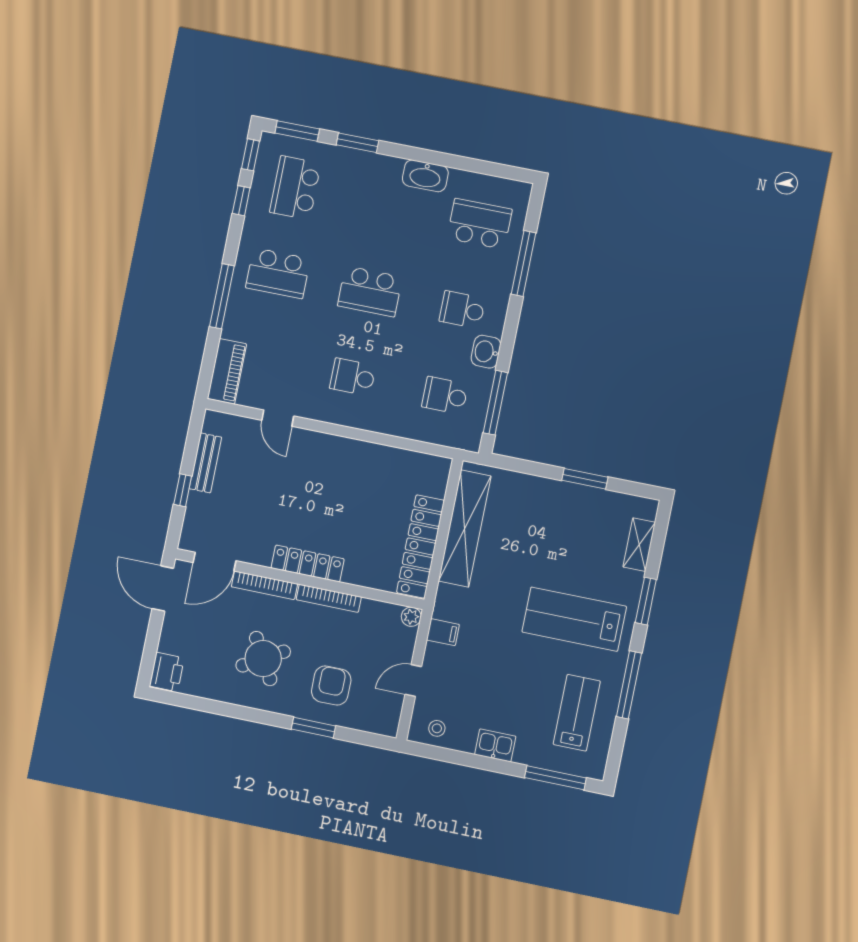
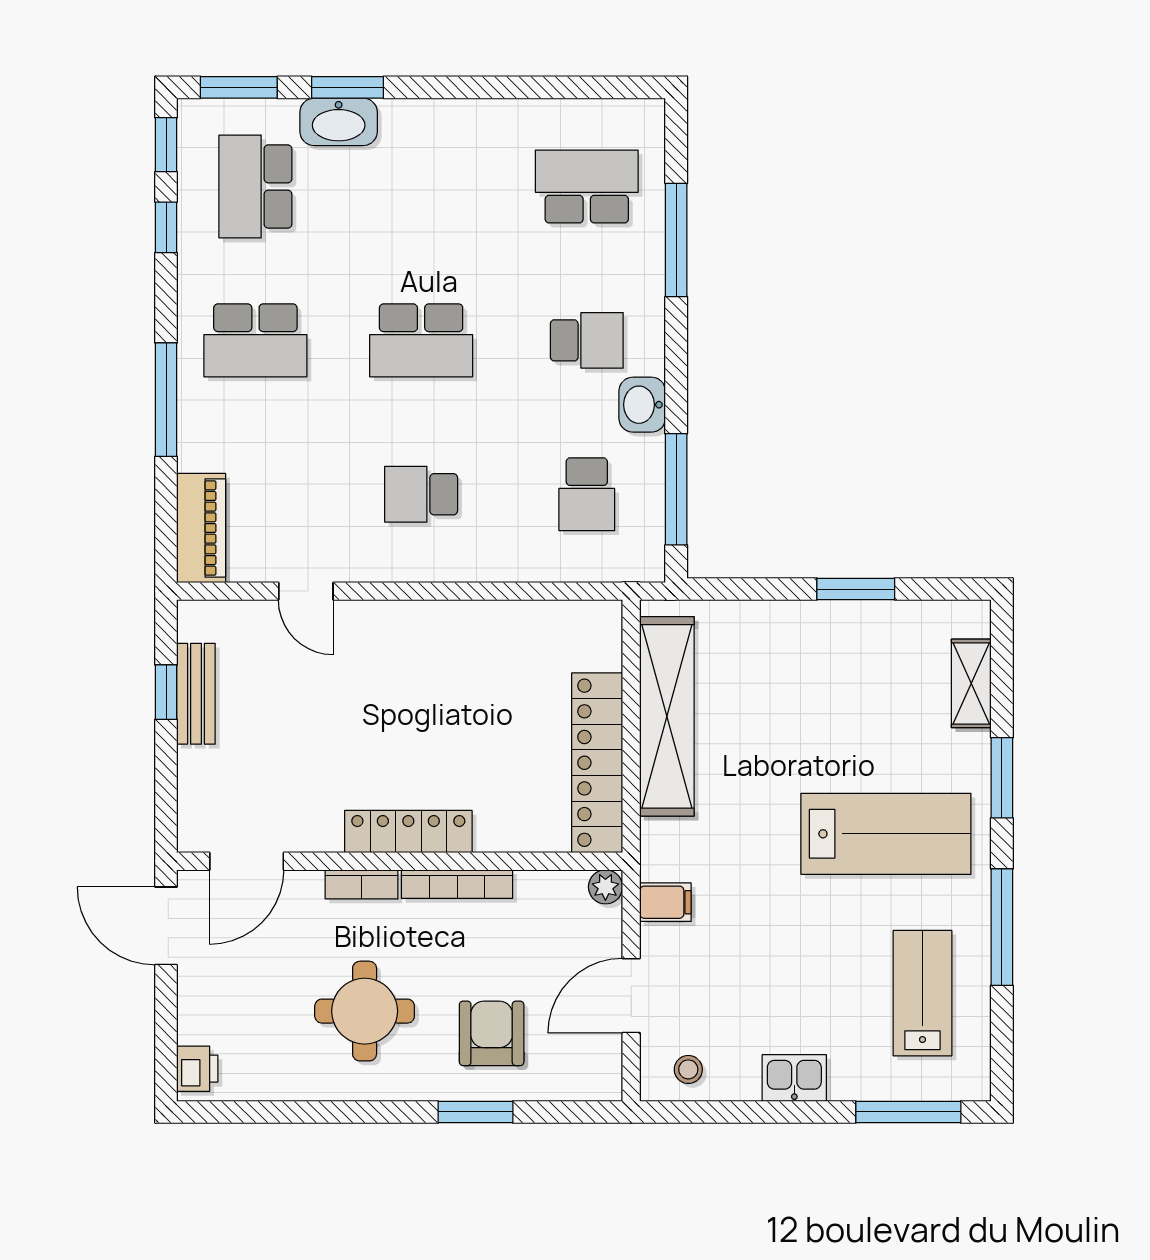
washbasin: (425, 176) -> (339, 122), moved
school desk: (462, 310) -> (587, 340), turned 180
school desk: (445, 395) -> (587, 494), turned -90
window: (183, 490) -> (166, 692), moved
bookcase: (264, 585) -> (362, 884), width x0.64
lab bench: (574, 619) -> (886, 834), turned 180
round table: (263, 659) -> (365, 1011), turned 30
printer: (167, 672) -> (197, 1069), width x0.73, depth x0.81
door: (413, 680) -> (631, 996), width x1.38

